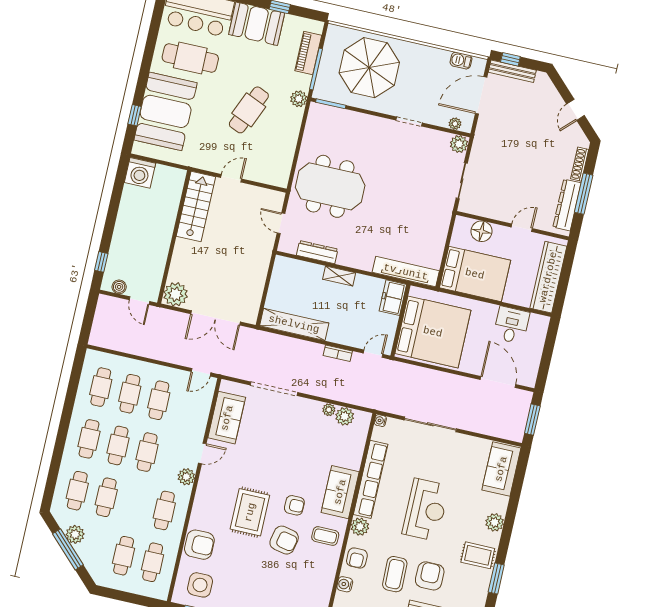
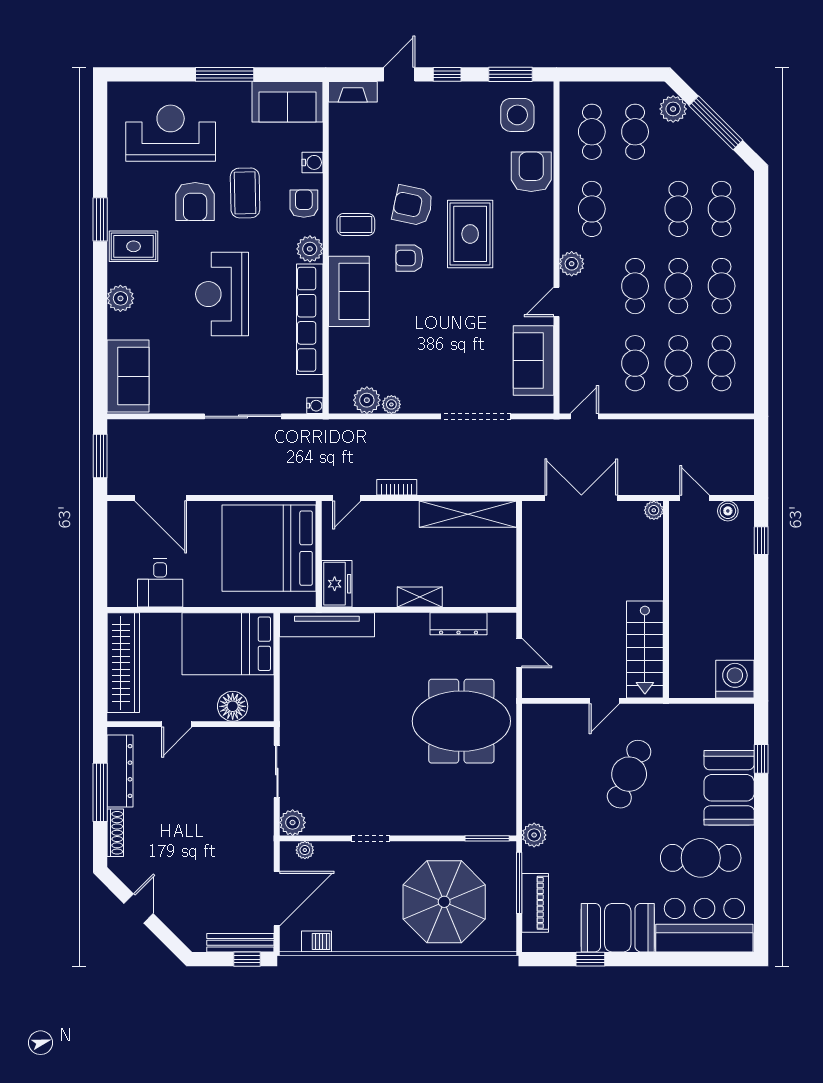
cafe table: (249, 110) -> (629, 774), moved
booth: (166, 111) -> (729, 788), width x0.73, depth x0.70
plant: (176, 294) -> (654, 510), width x0.53, depth x0.53
plant: (75, 534) -> (673, 109), moved
armchair: (199, 545) -> (531, 172), turned 90

